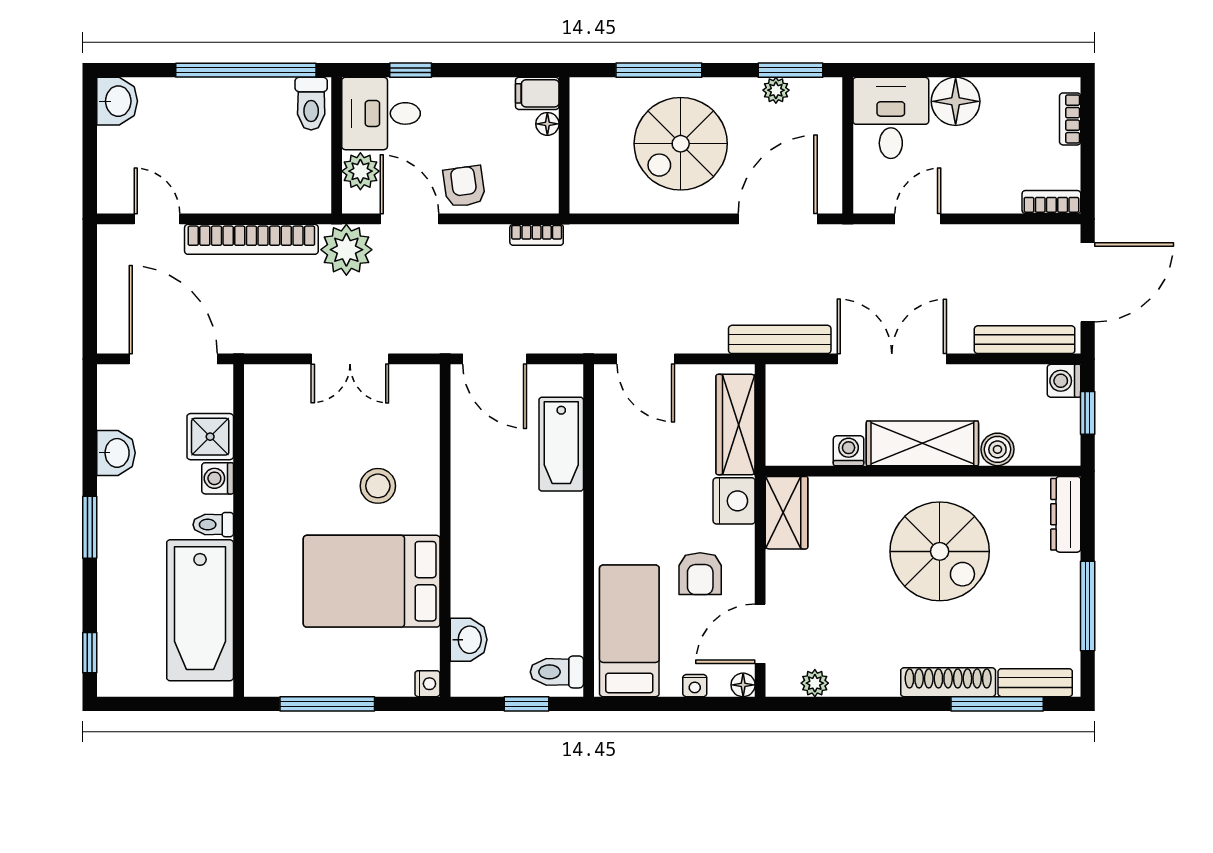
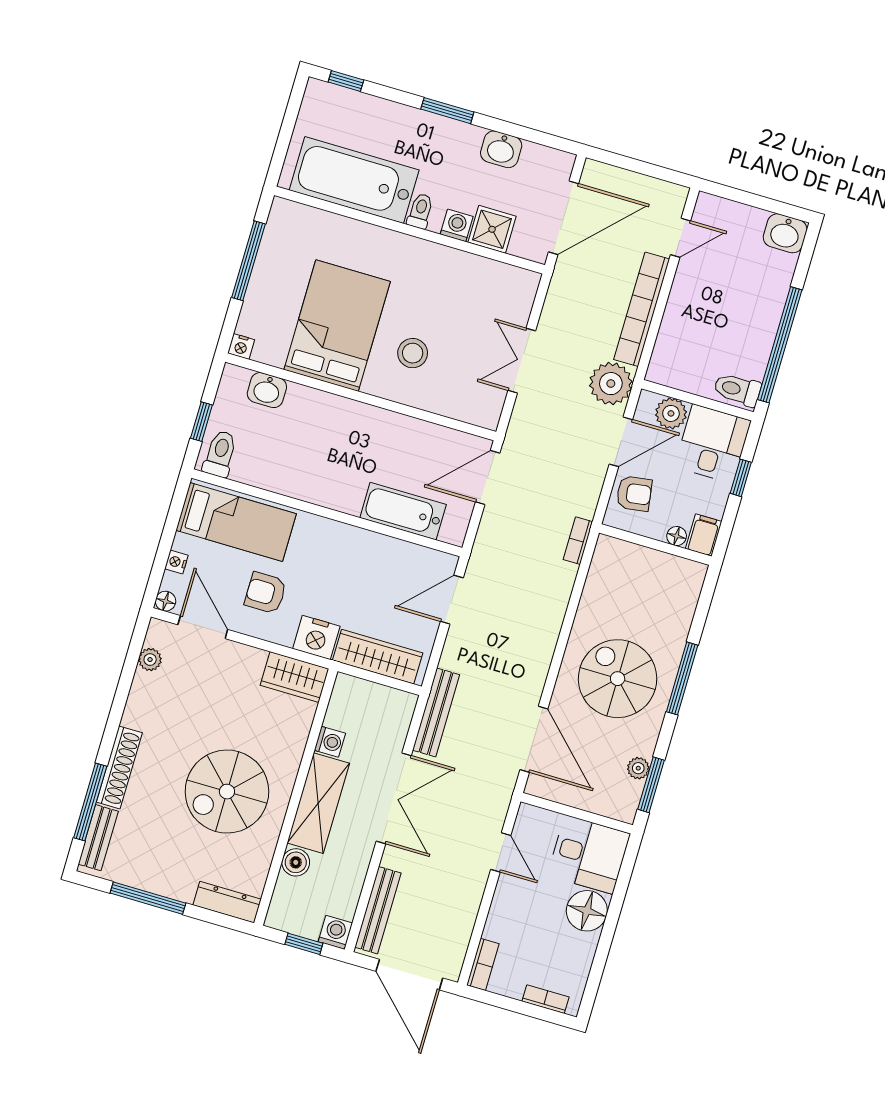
filing cabinet: (537, 93) -> (704, 535), moved
floor lamp: (547, 124) -> (677, 536), moved
wall: (564, 145) -> (655, 544), moved

